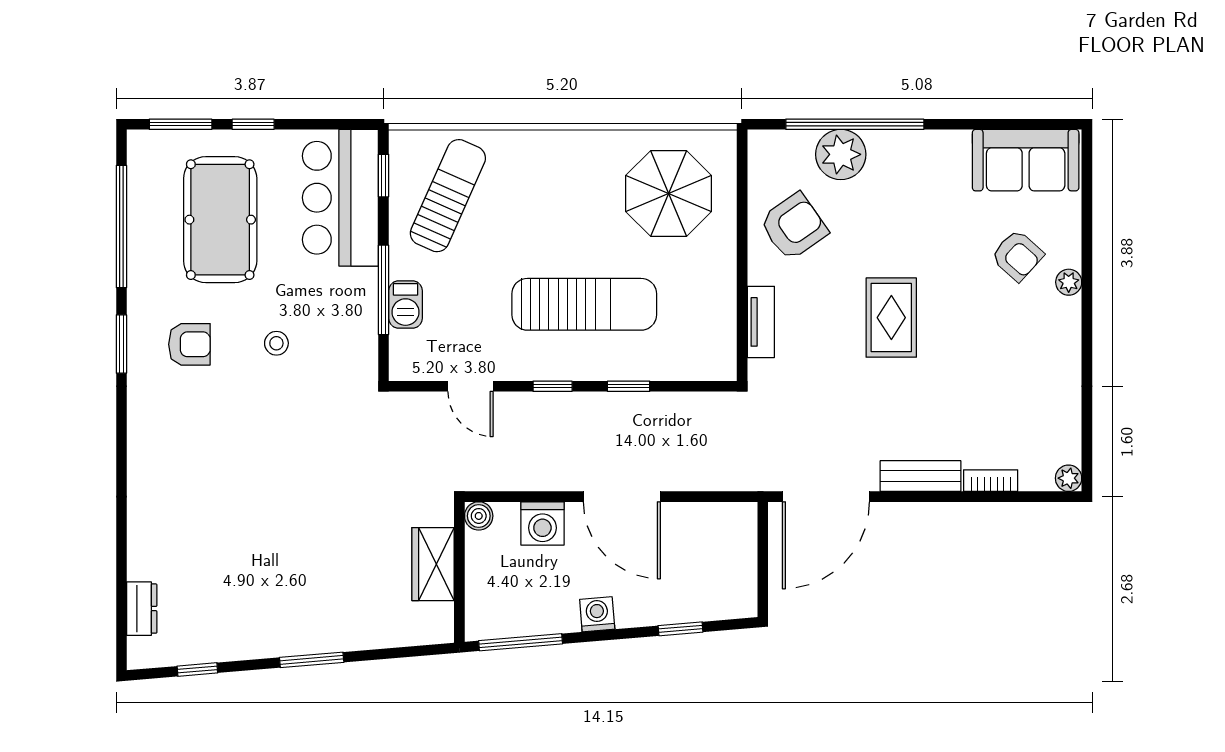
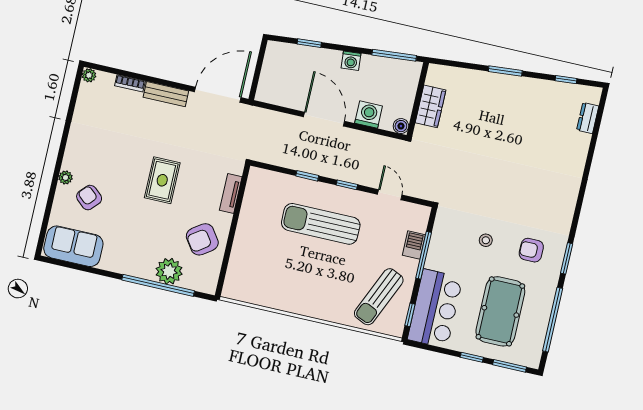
parasol: (669, 193) -> (264, 271), removed

